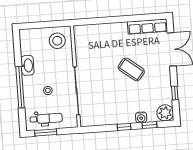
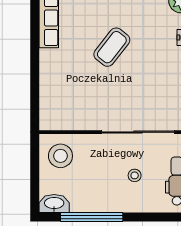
washbasin: (27, 65) -> (54, 204), moved
window: (20, 87) -> (92, 217), moved

